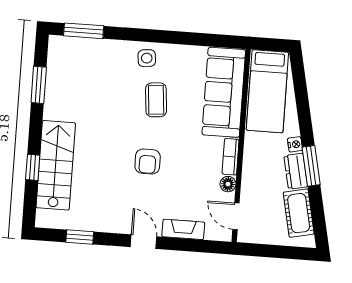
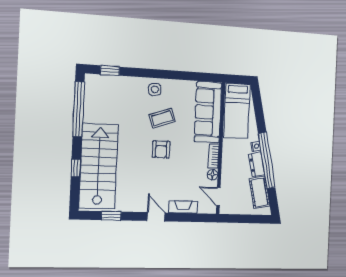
window: (84, 31) -> (110, 71), width x0.67
window: (39, 85) -> (79, 109), width x2.11
coffee table: (156, 100) -> (162, 118), turned 76
armchair: (148, 162) -> (161, 149), moved
stairs: (56, 165) -> (99, 166), width x1.36, depth x1.51
window: (311, 166) -> (267, 160), width x2.11

